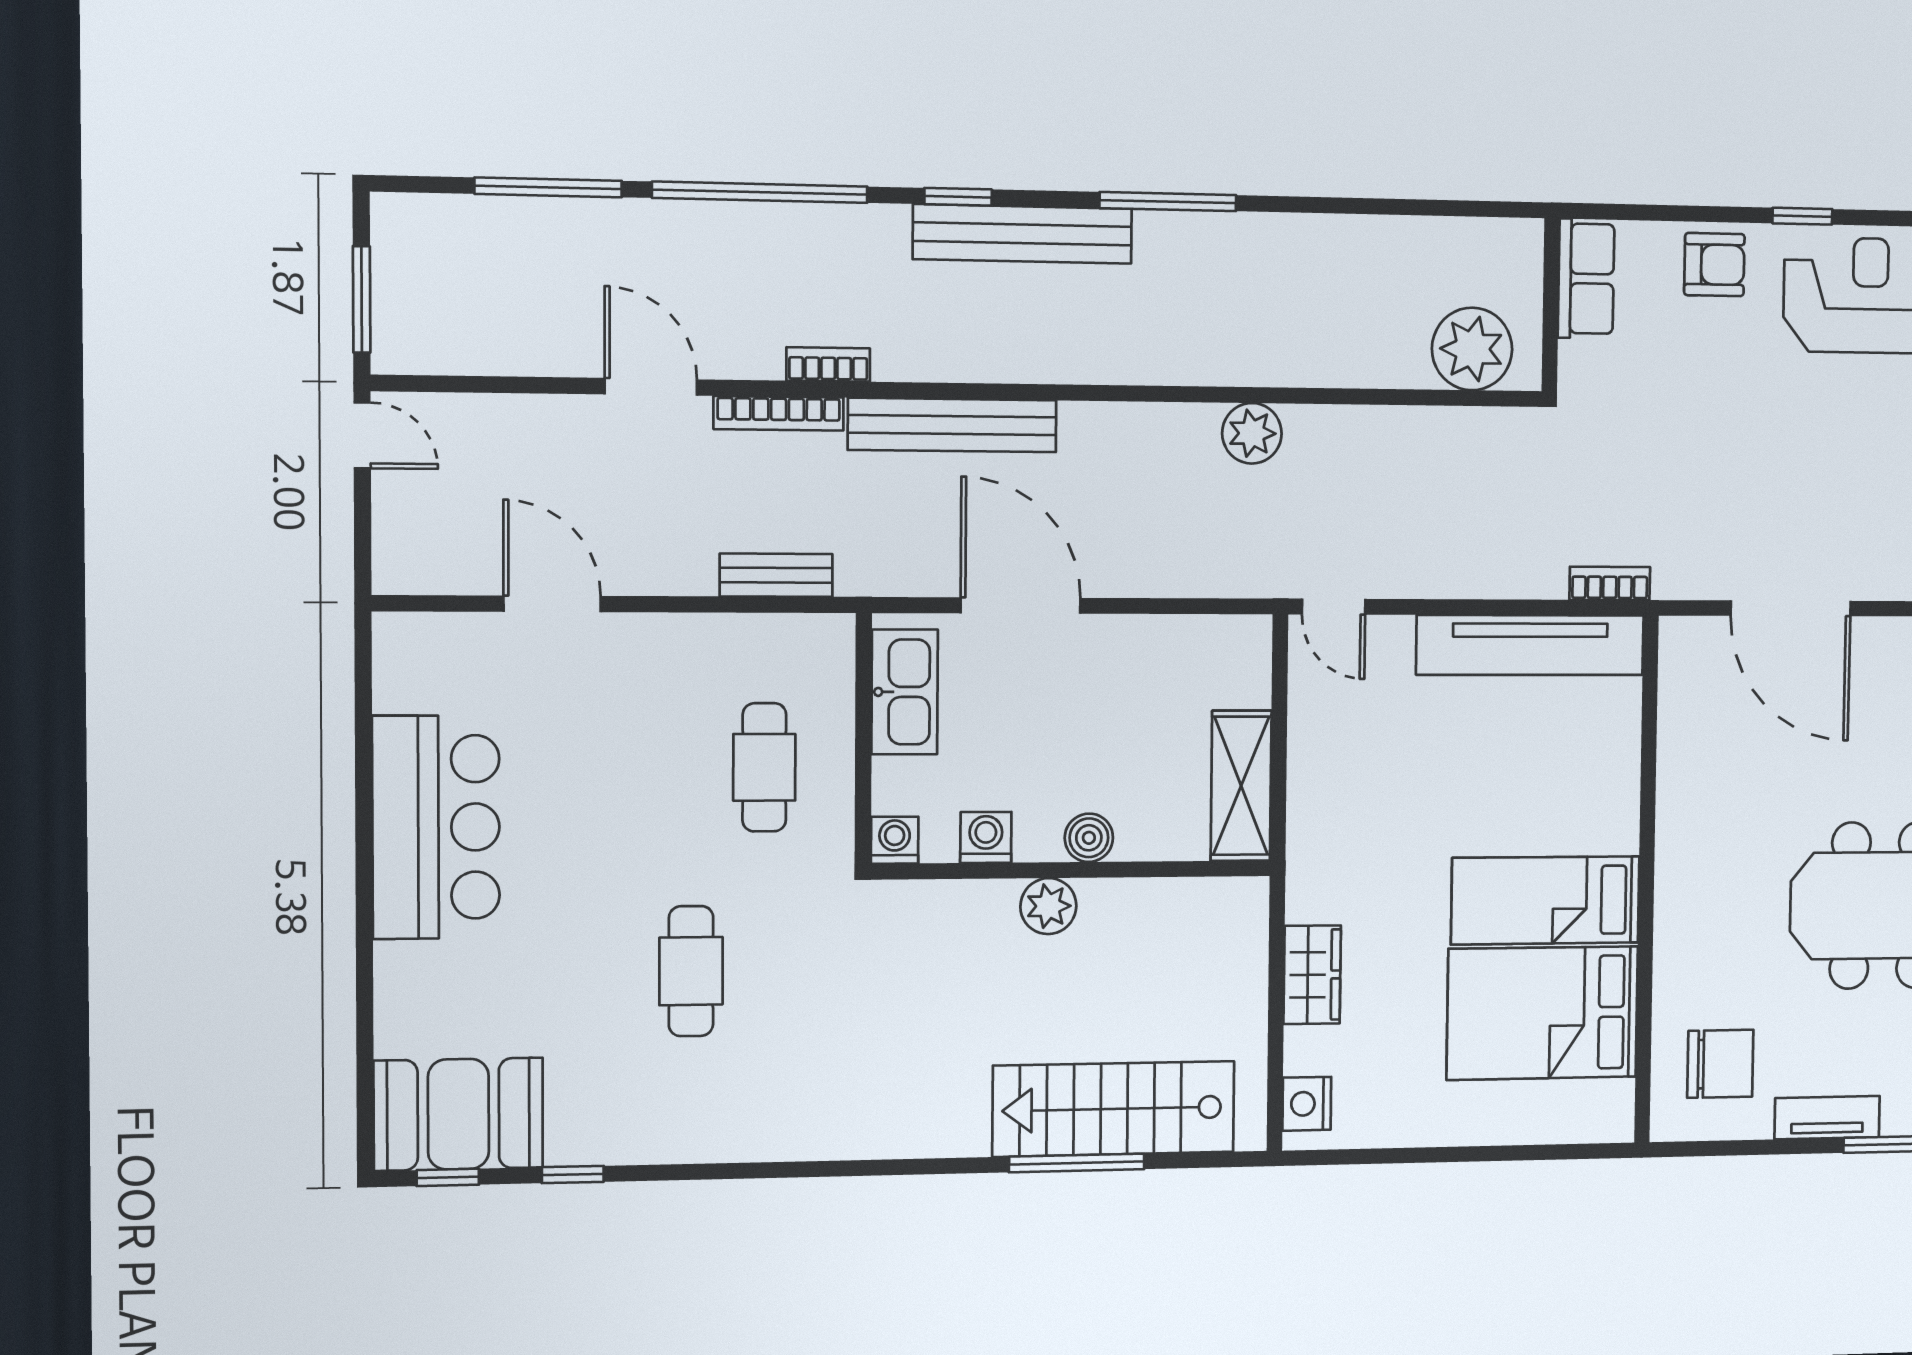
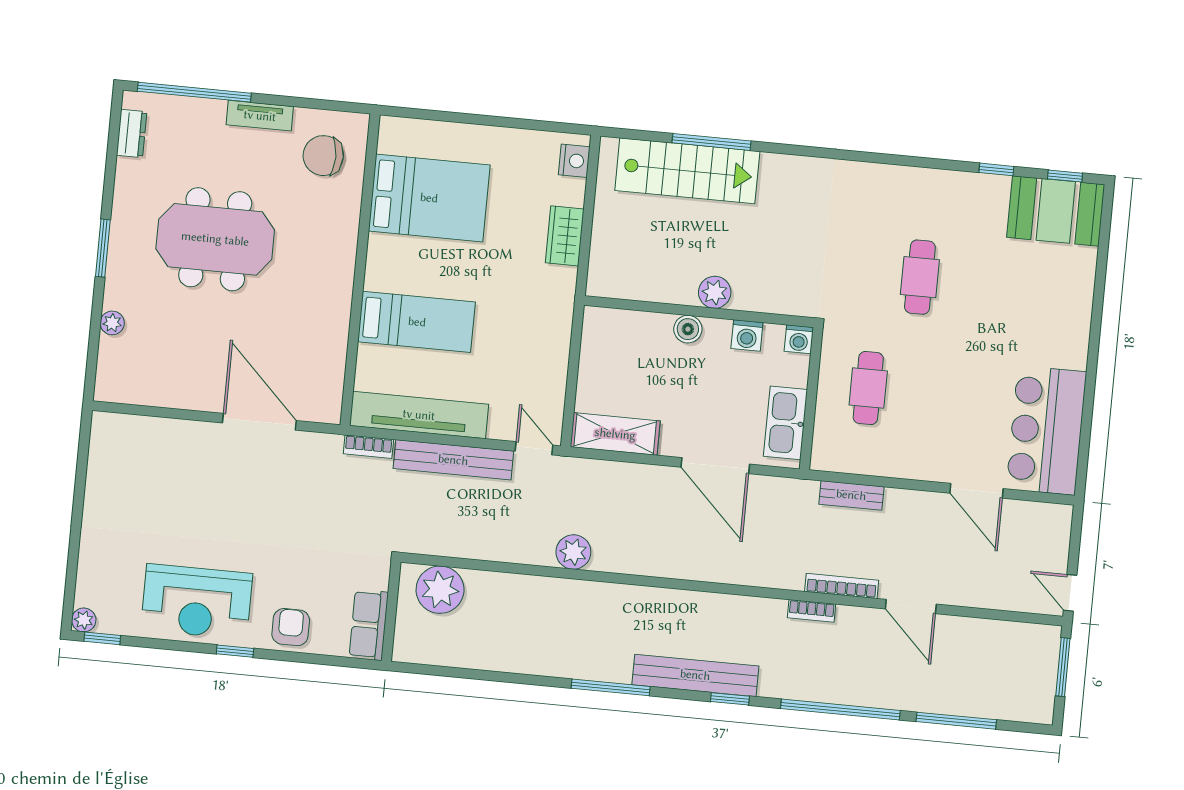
armchair: (1714, 265) -> (291, 627), turned 90
bench: (952, 425) -> (453, 460), moved
shelving: (1241, 786) -> (615, 434), moved, turned 90
bar counter: (436, 827) -> (1046, 430), moved
bed: (1545, 900) -> (417, 322), moved

